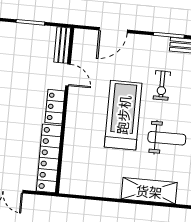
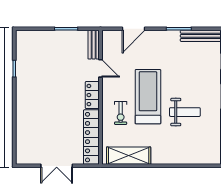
exercise bike: (162, 85) -> (121, 113), moved
shelving: (149, 191) -> (129, 156), moved

